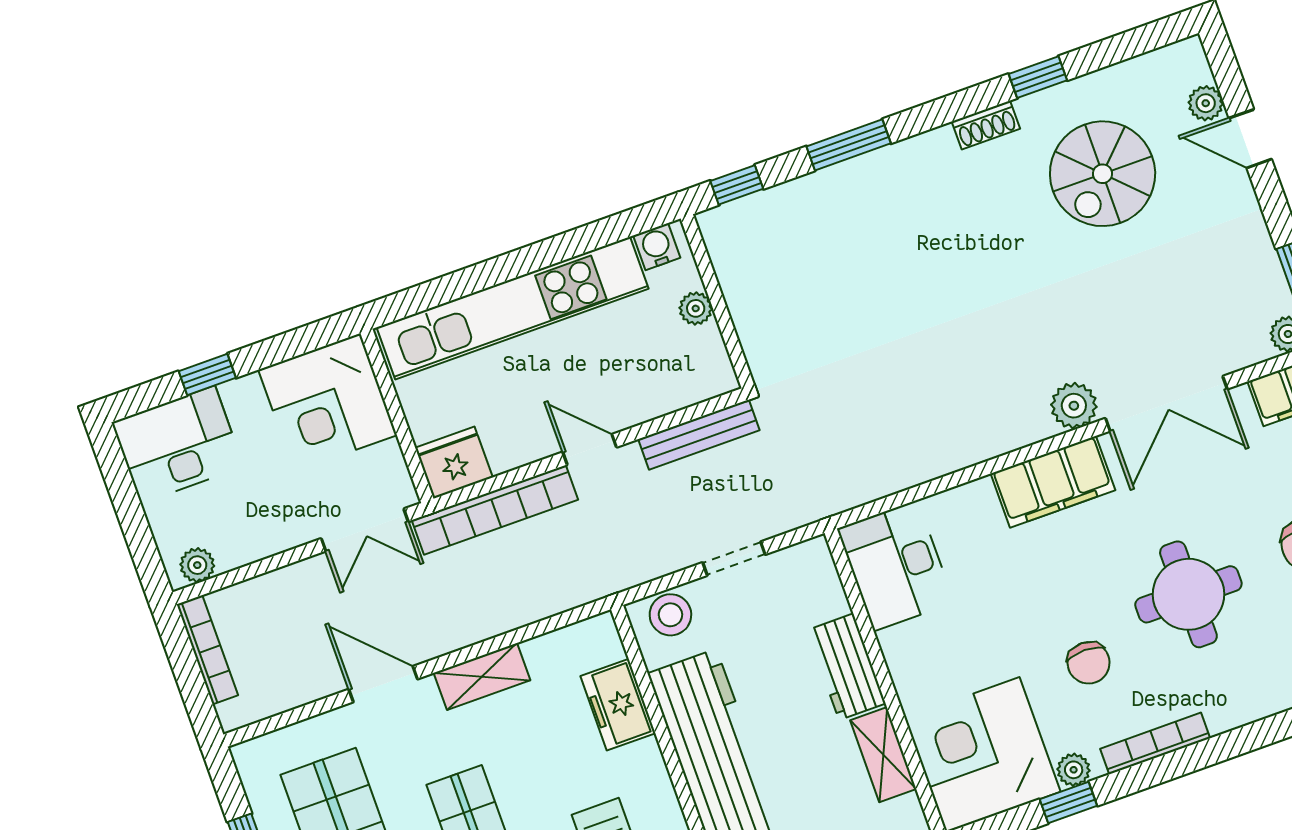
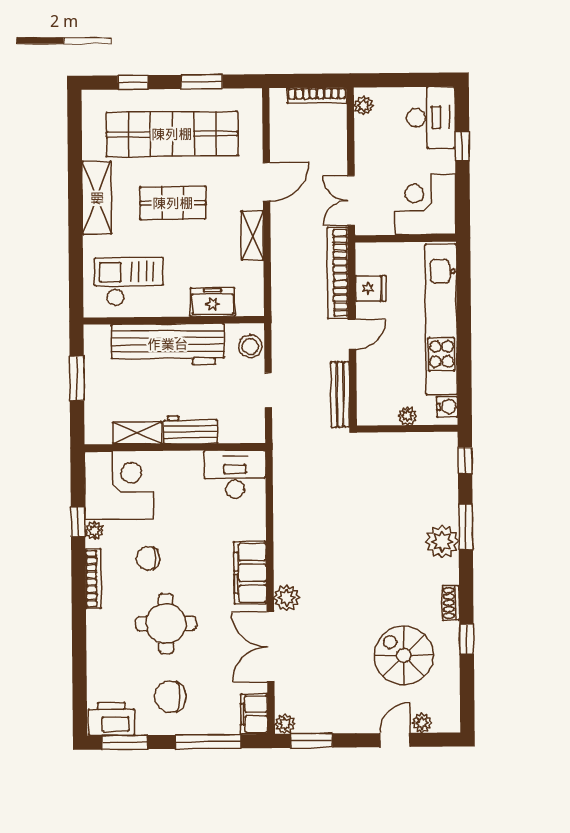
plant: (888, 176) -> (442, 542), added
fridge: (454, 463) -> (371, 288), moved, width x0.72

